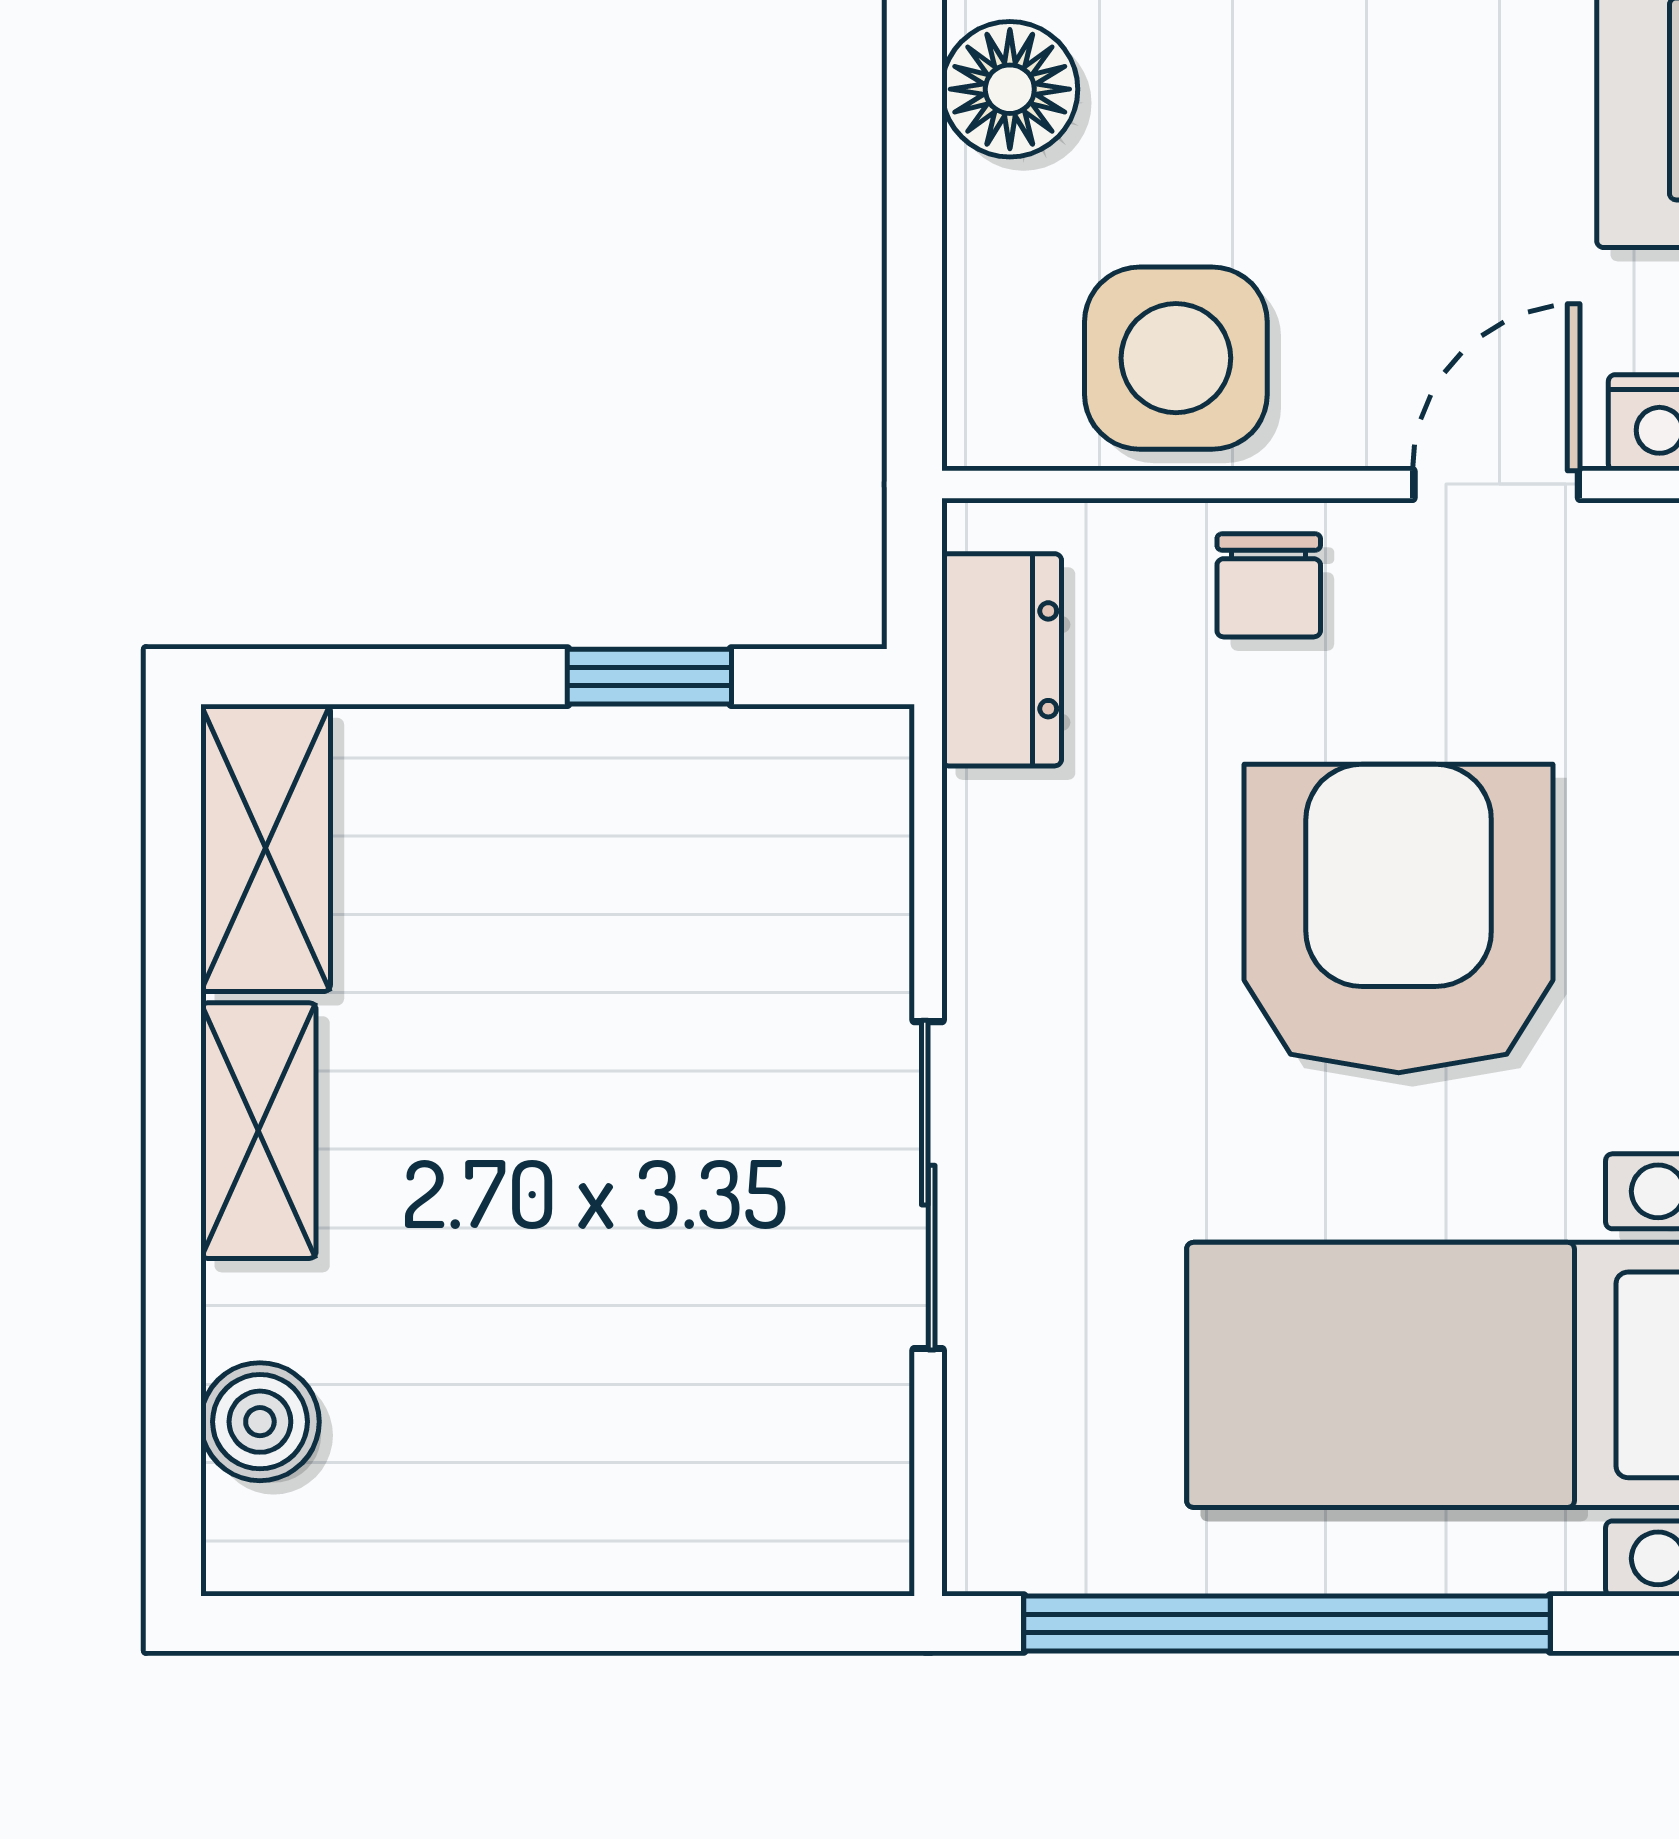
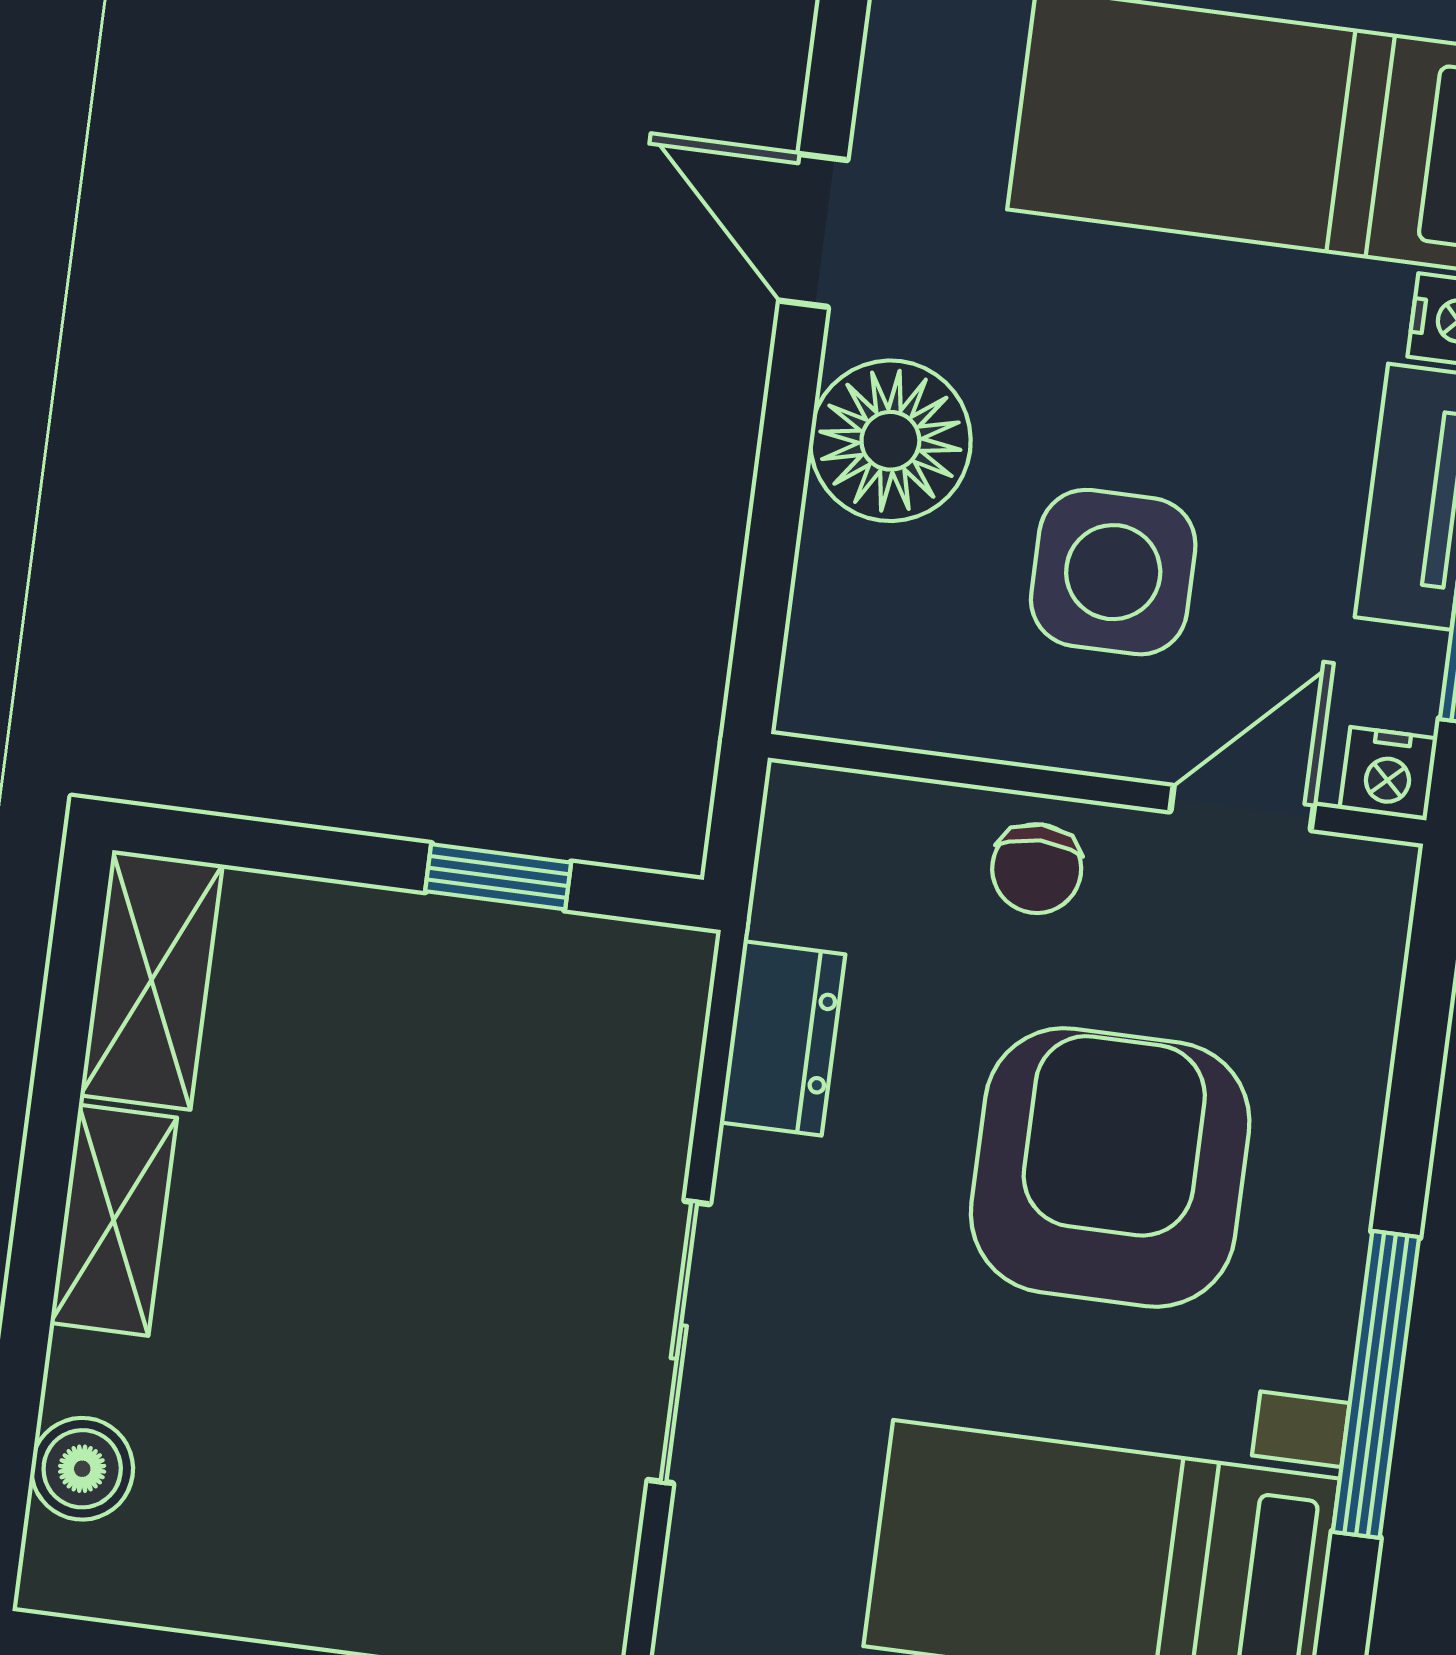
floor lamp: (1010, 89) -> (890, 441), width x1.38, depth x1.38
side table: (1176, 358) -> (1113, 572), moved
dresser: (1002, 660) -> (783, 1038), moved

